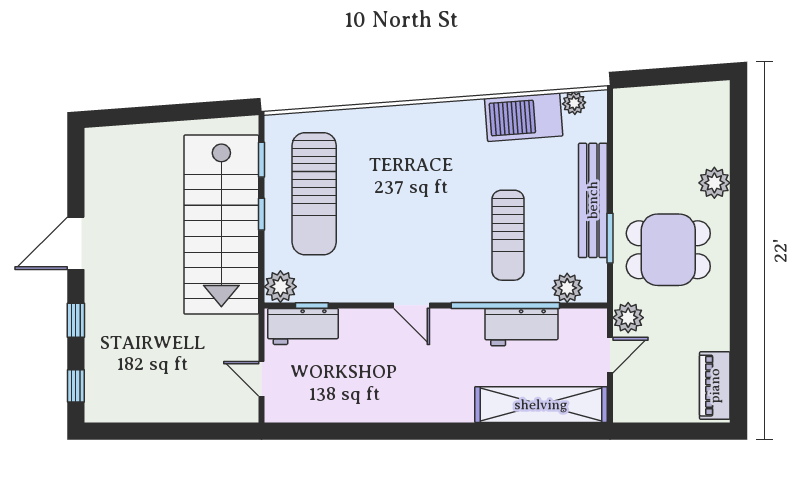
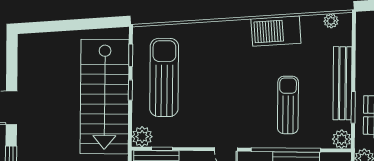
barbecue: (524, 117) -> (276, 31), moved
sun lounger: (314, 194) -> (164, 77), turned 180
sun lounger: (508, 235) -> (288, 105), turned 180
plant: (567, 288) -> (342, 139), moved

